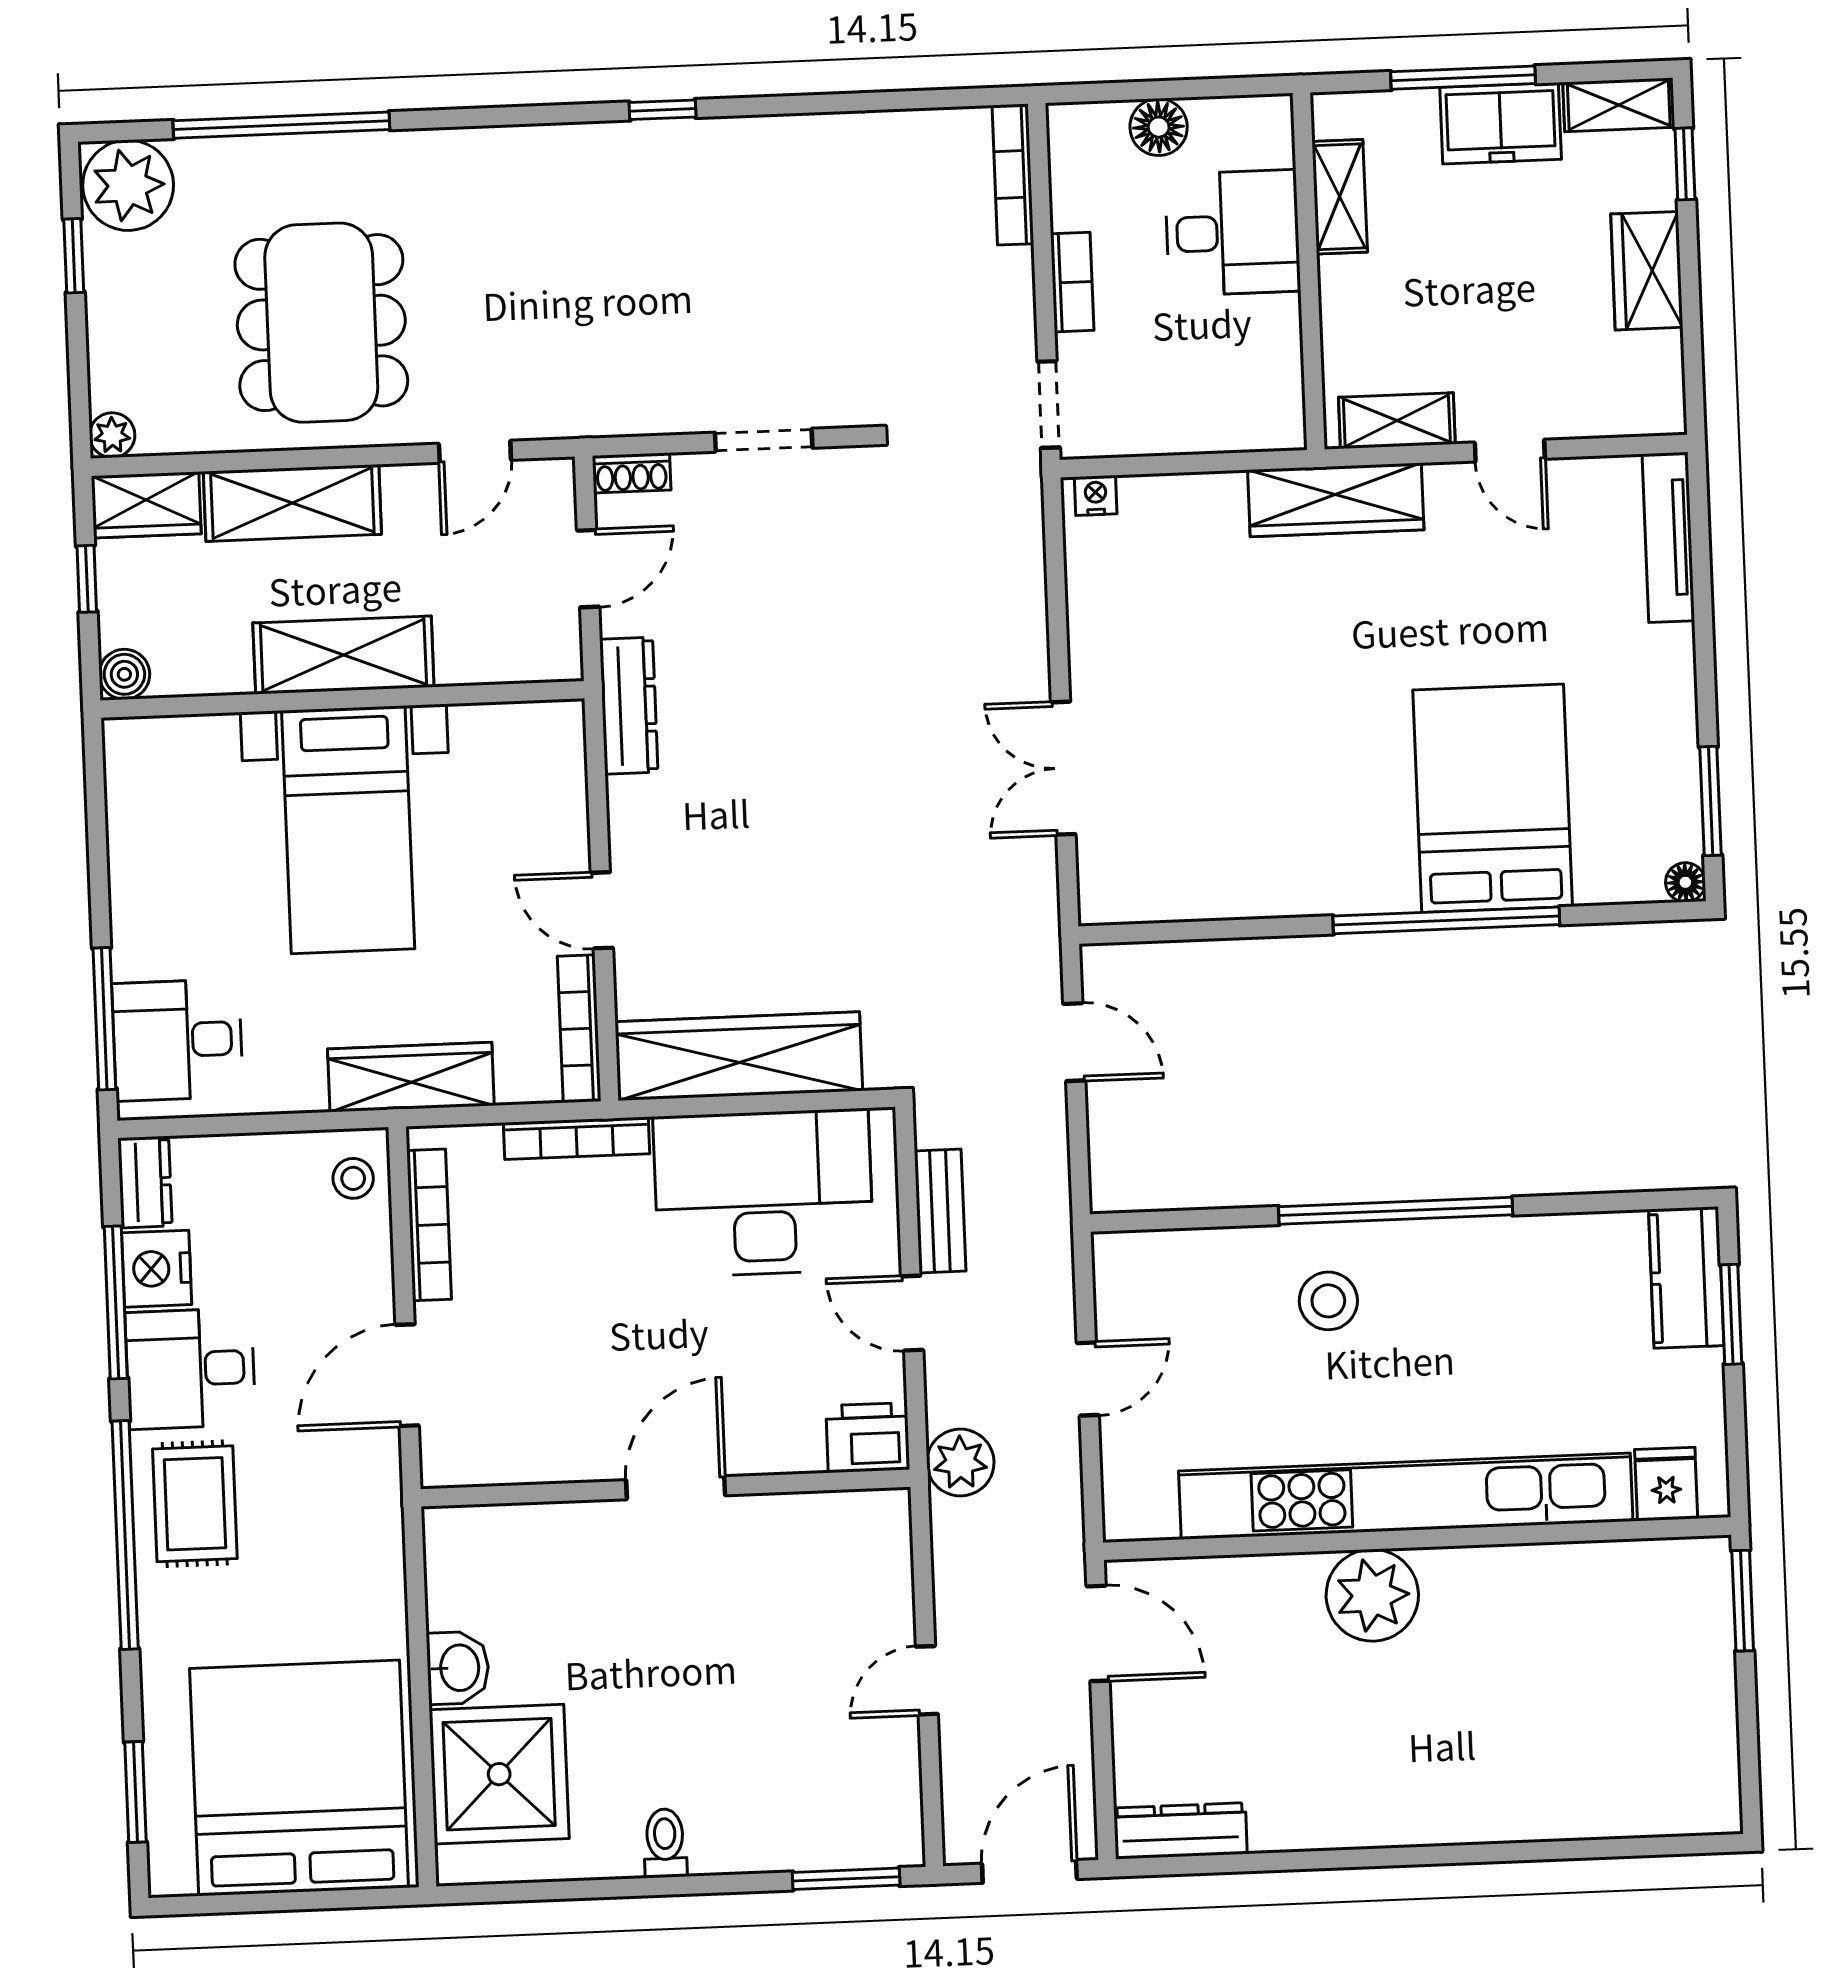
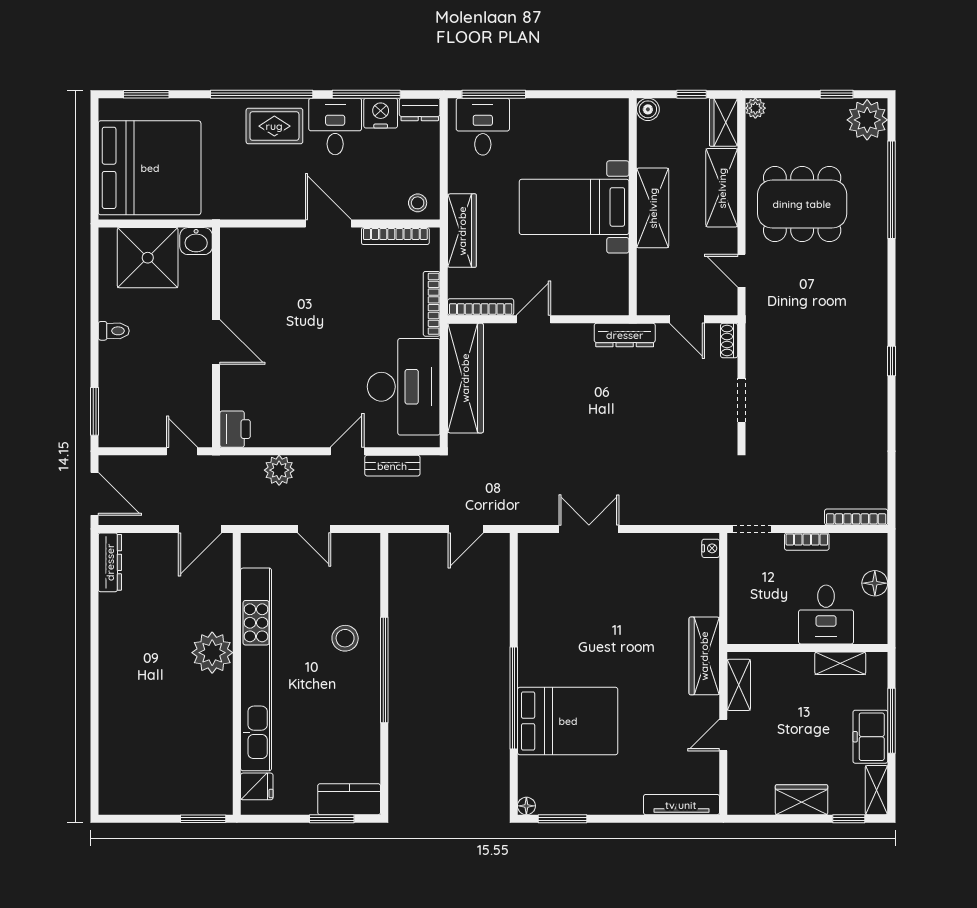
printer: (868, 1438) -> (235, 429), moved
wall: (665, 1488) -> (216, 337), moved
door: (676, 1488) -> (216, 342), moved

